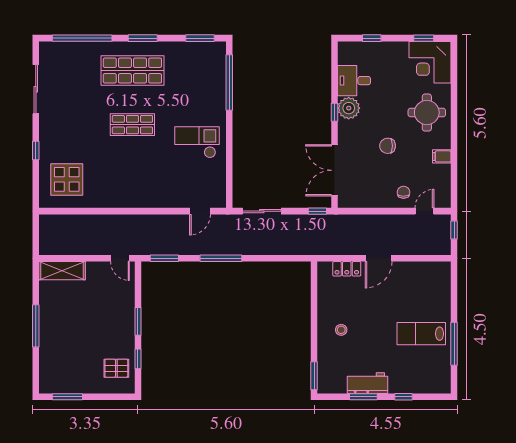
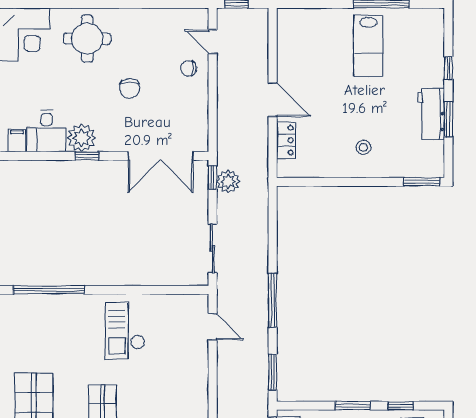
filing cabinet: (442, 156) -> (17, 140), moved, turned 180
plant: (314, 223) -> (228, 182), added

